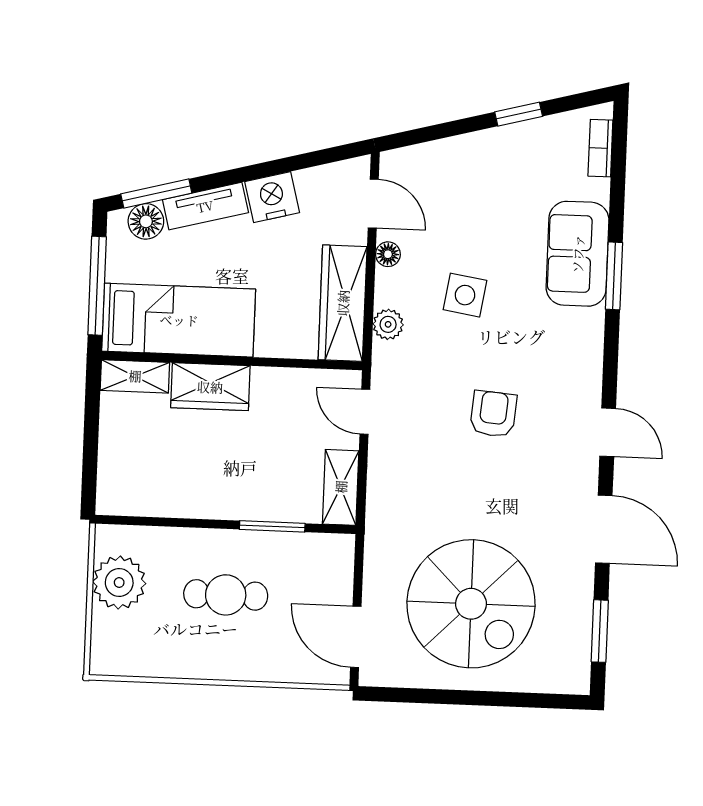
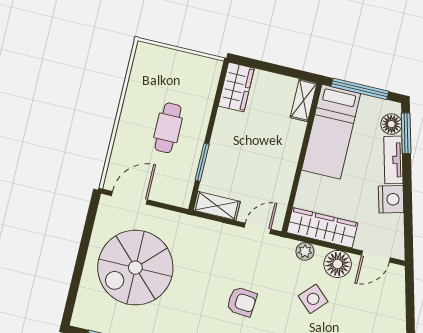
floor lamp: (388, 254) -> (338, 264), width x1.89, depth x1.89
side table: (465, 295) -> (313, 299), turned 34
wardrobe: (210, 387) -> (236, 87), moved, turned 180
plant: (119, 583) -> (187, 68), removed

